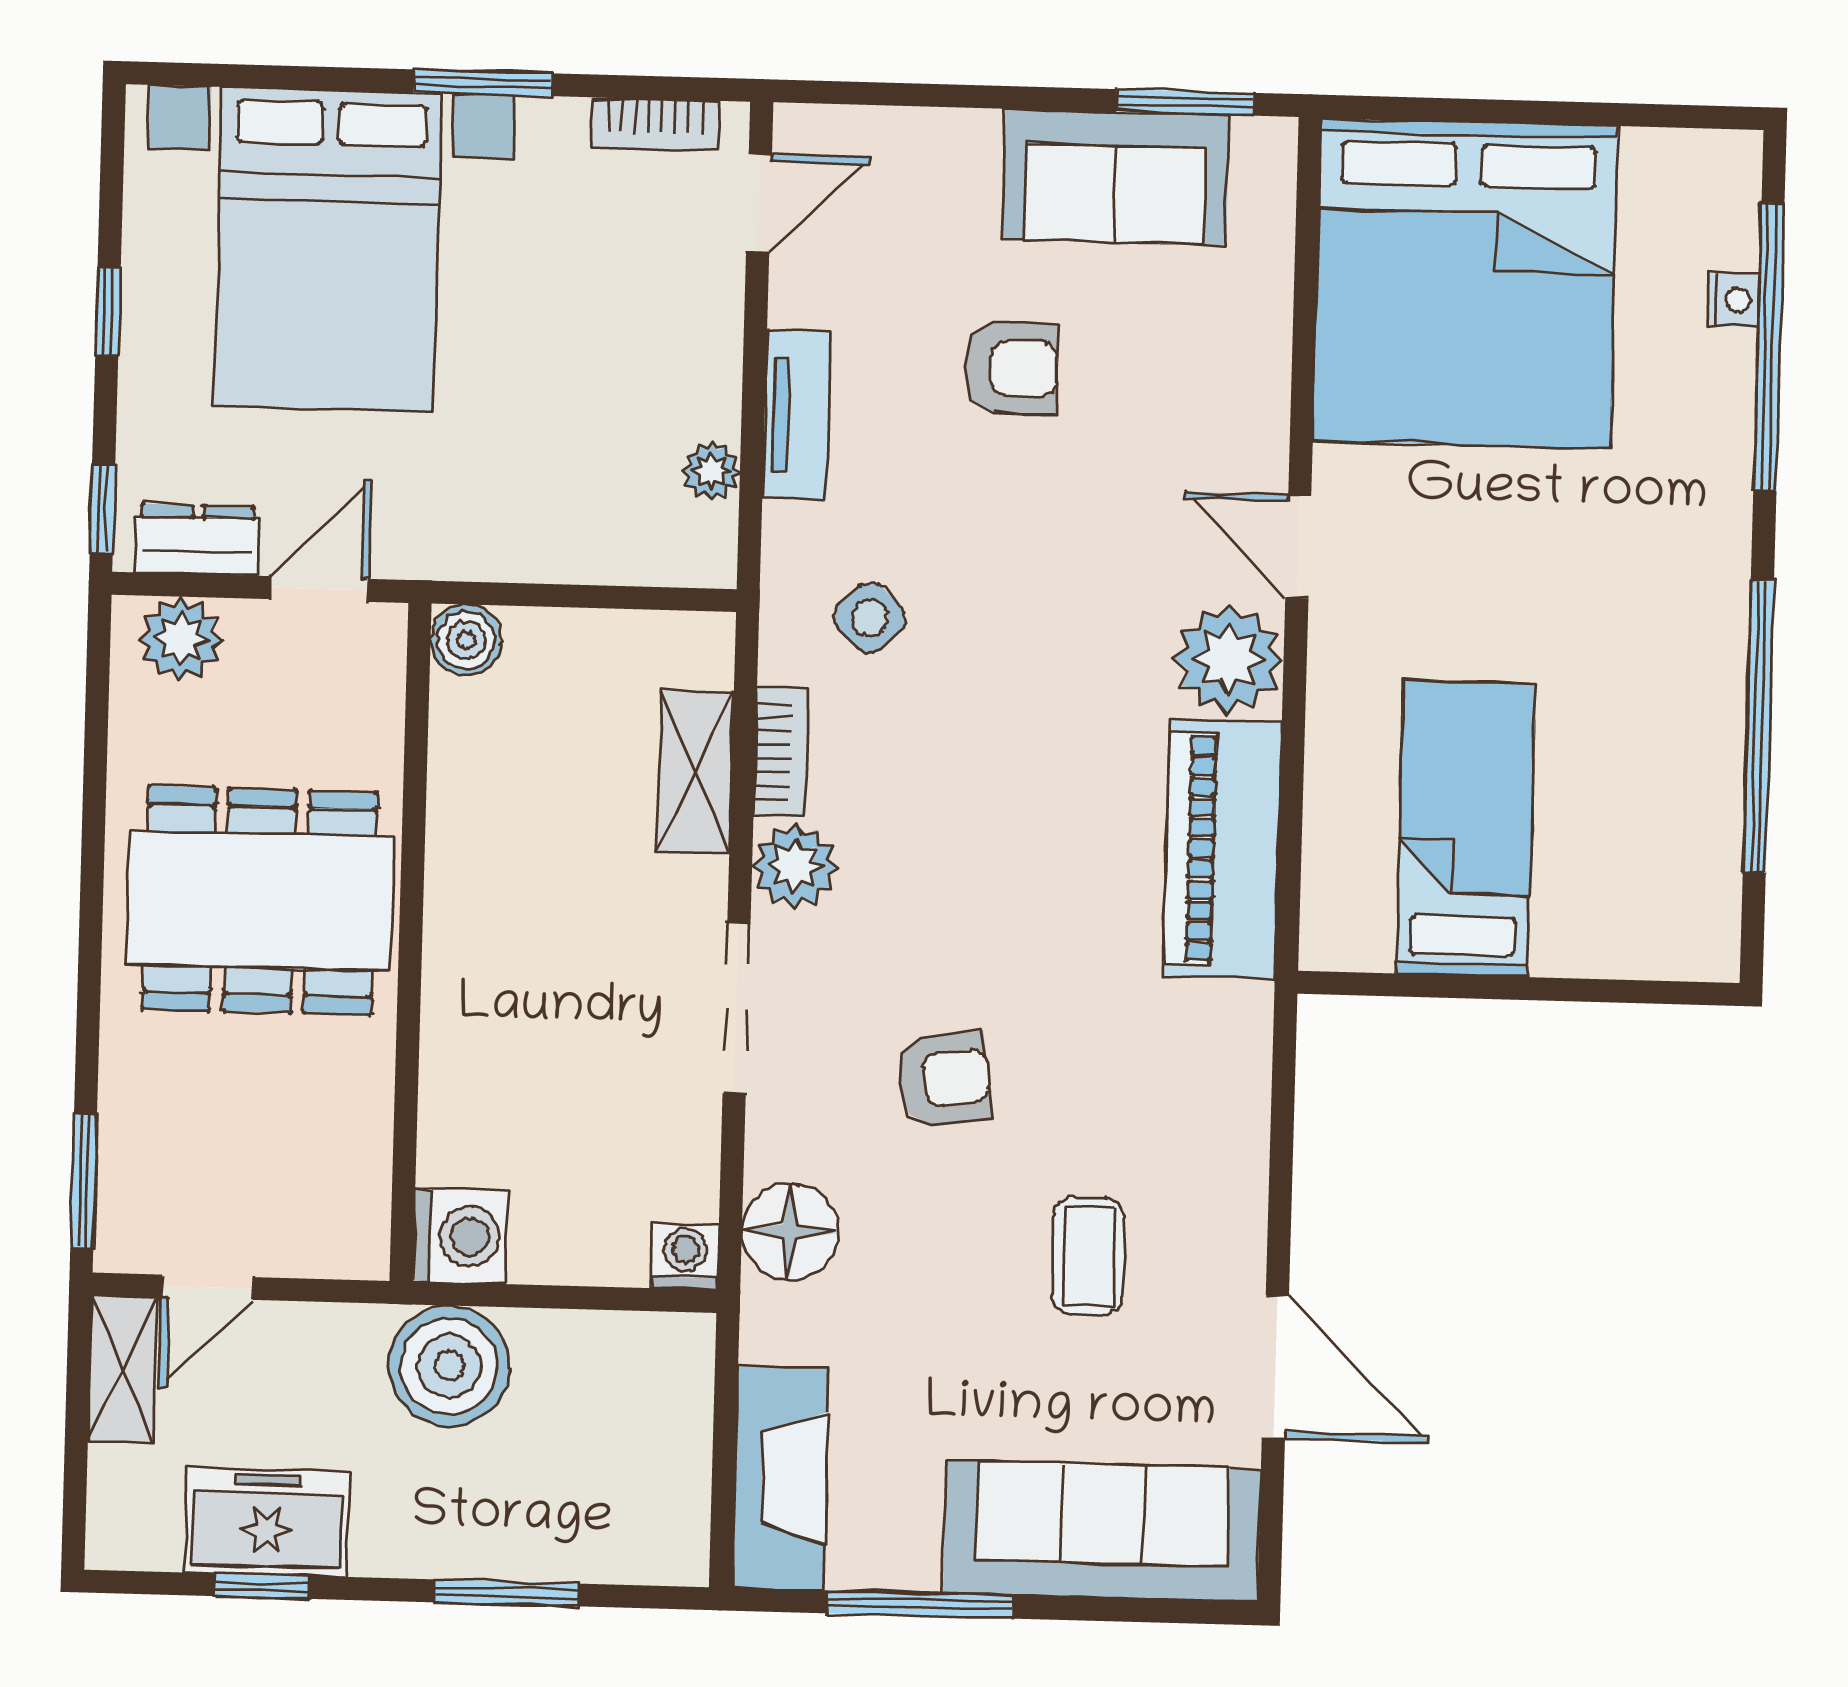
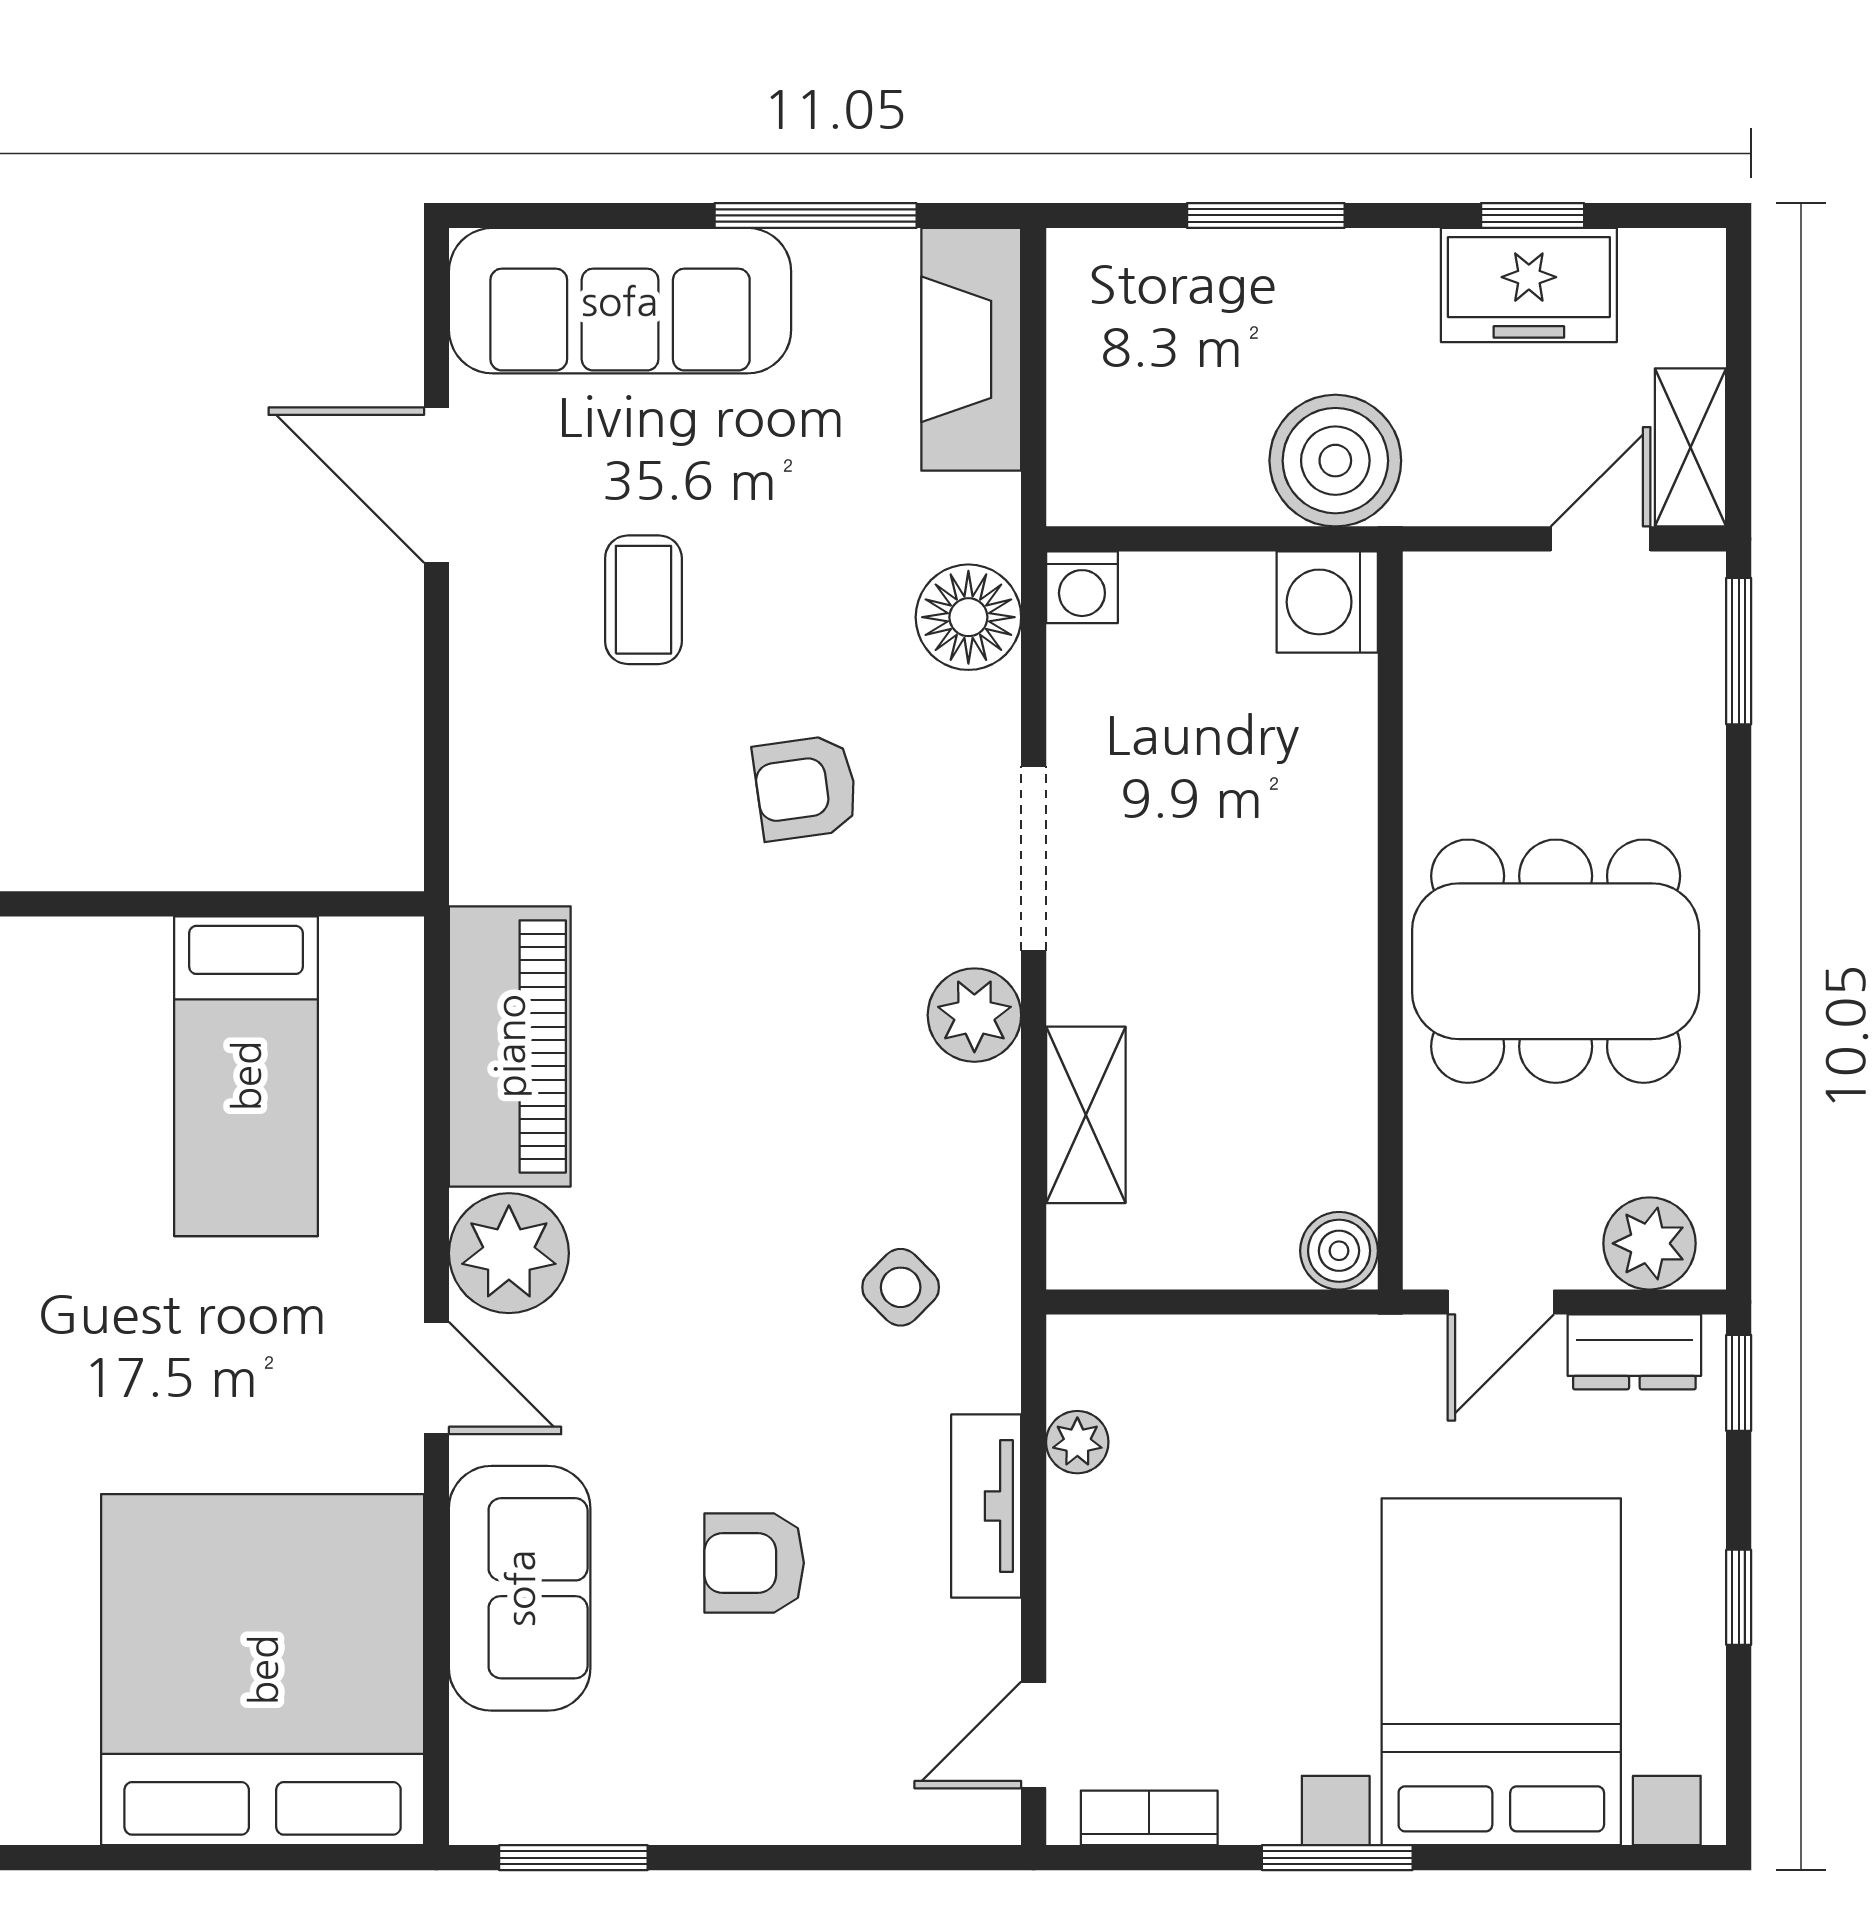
sofa: (1115, 177) -> (520, 1588), moved, turned 90
bookcase: (781, 752) -> (993, 1139), removed

